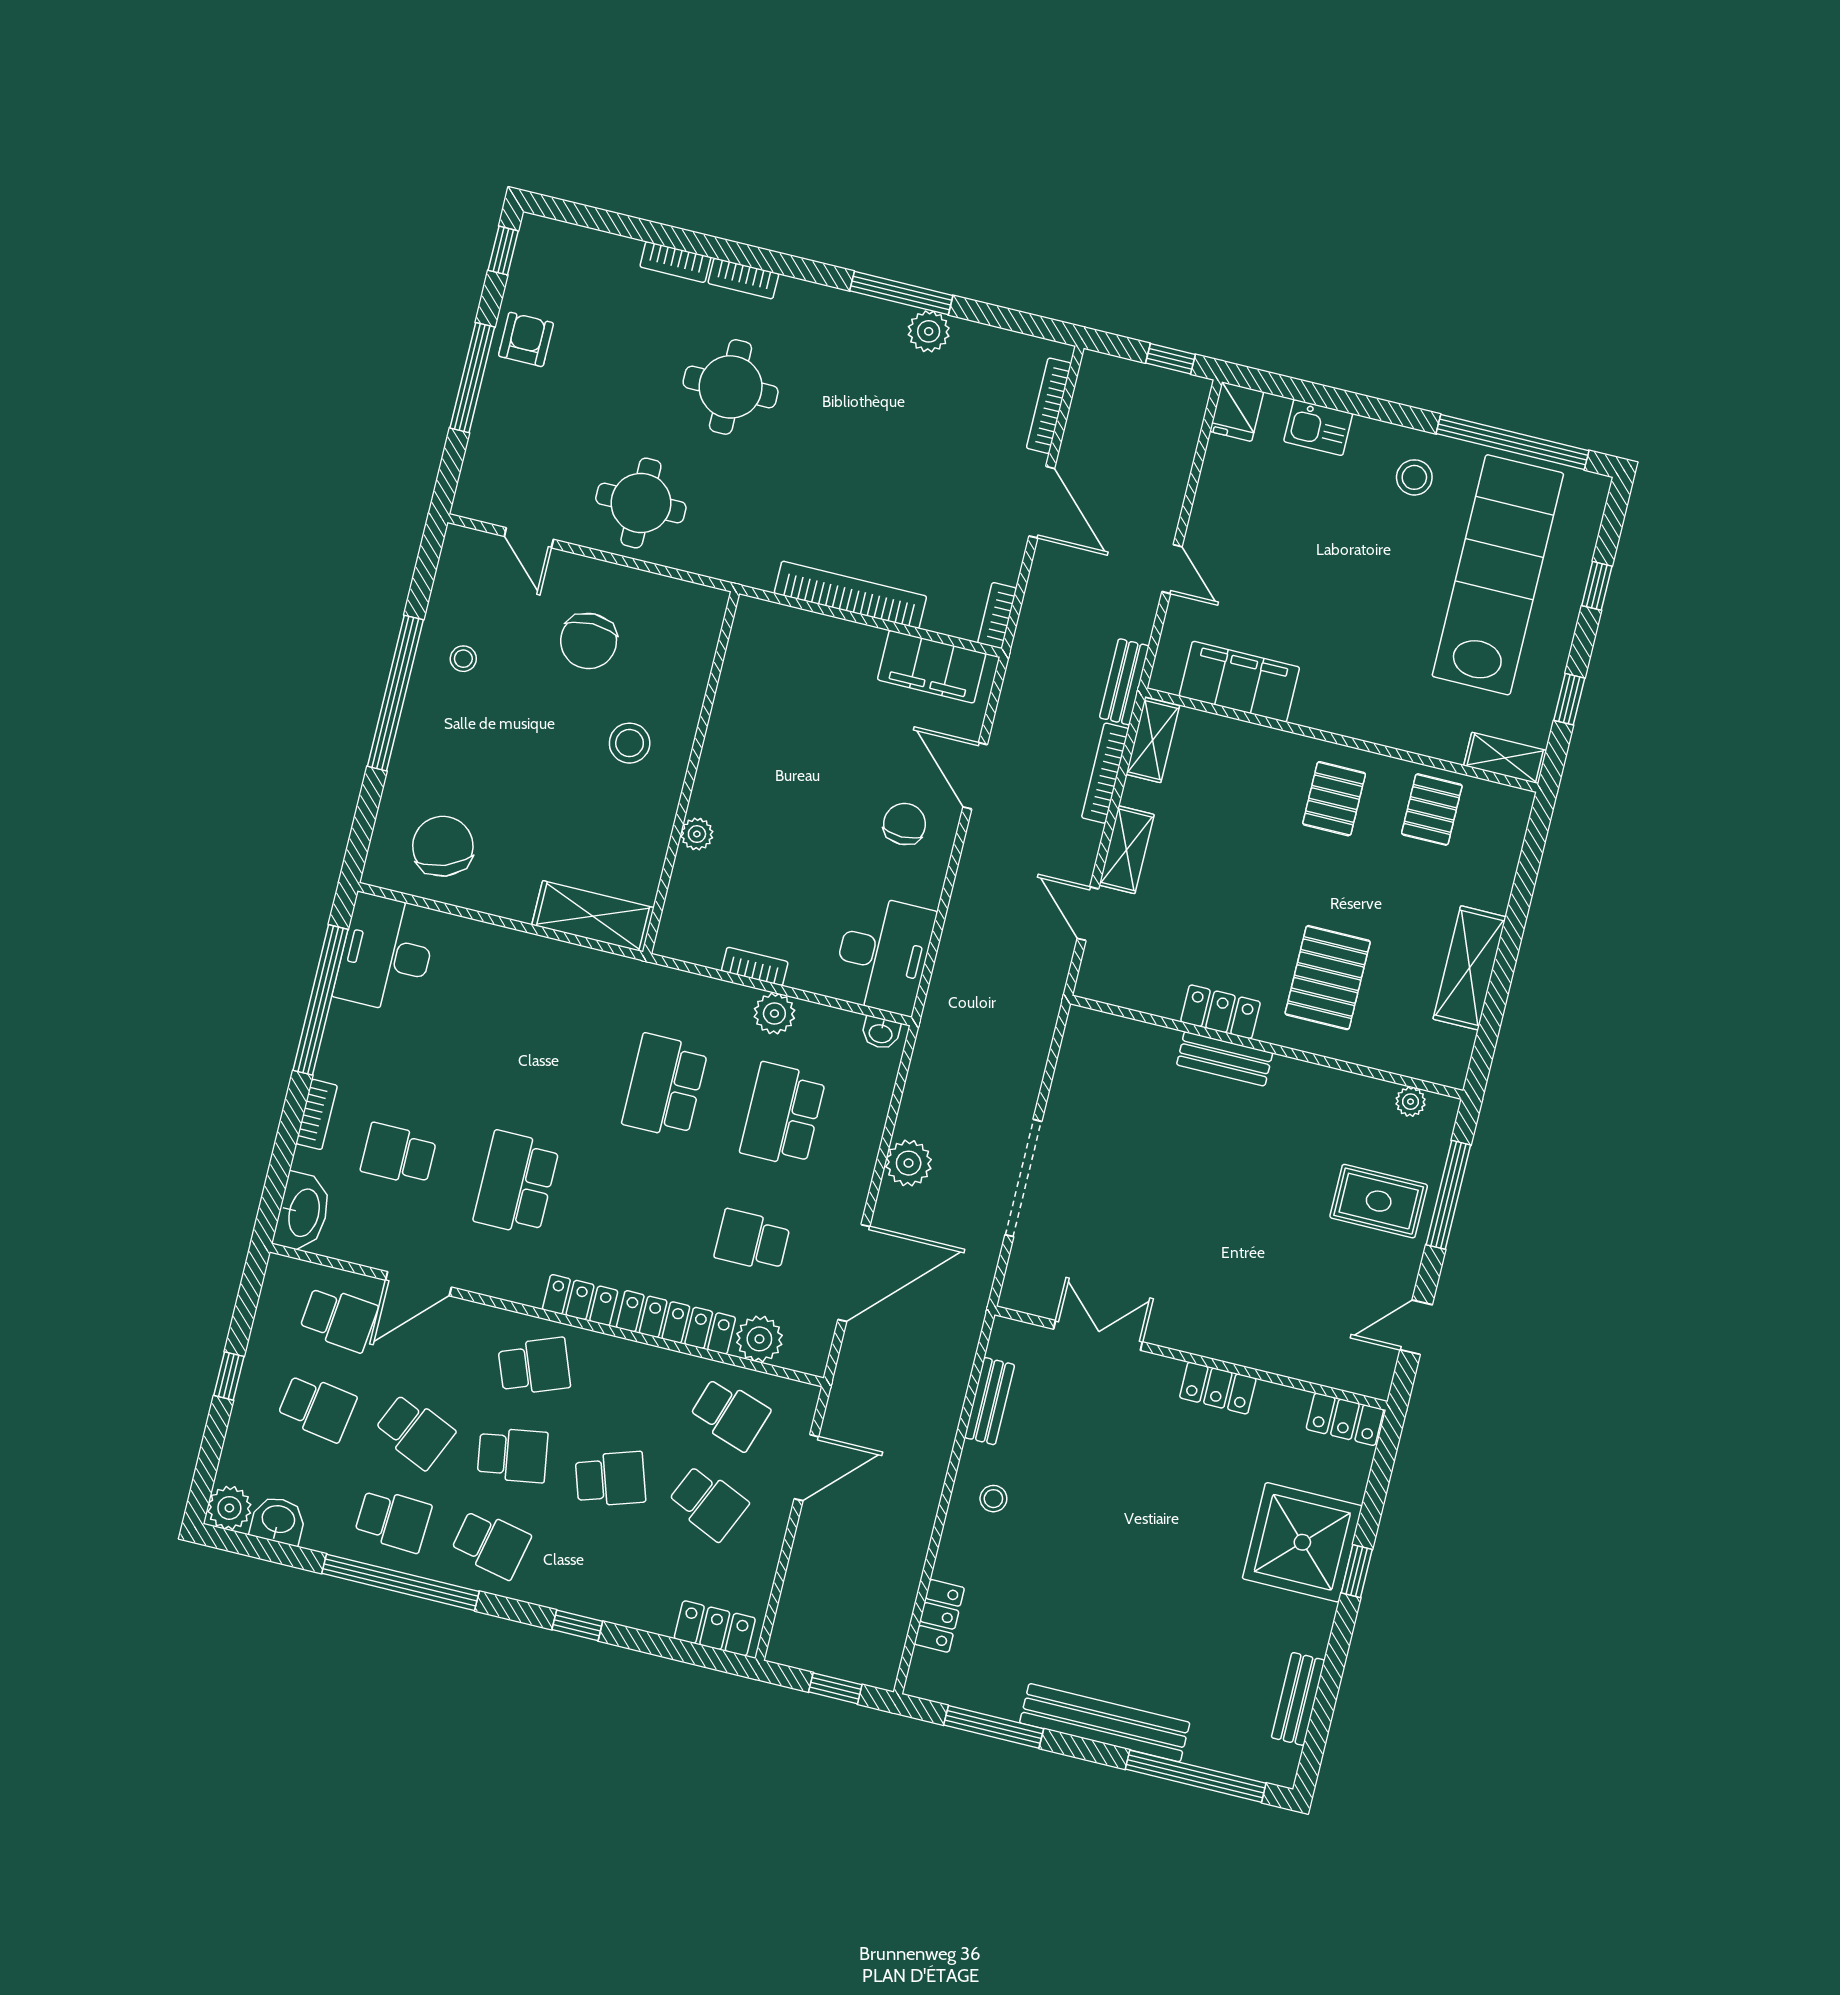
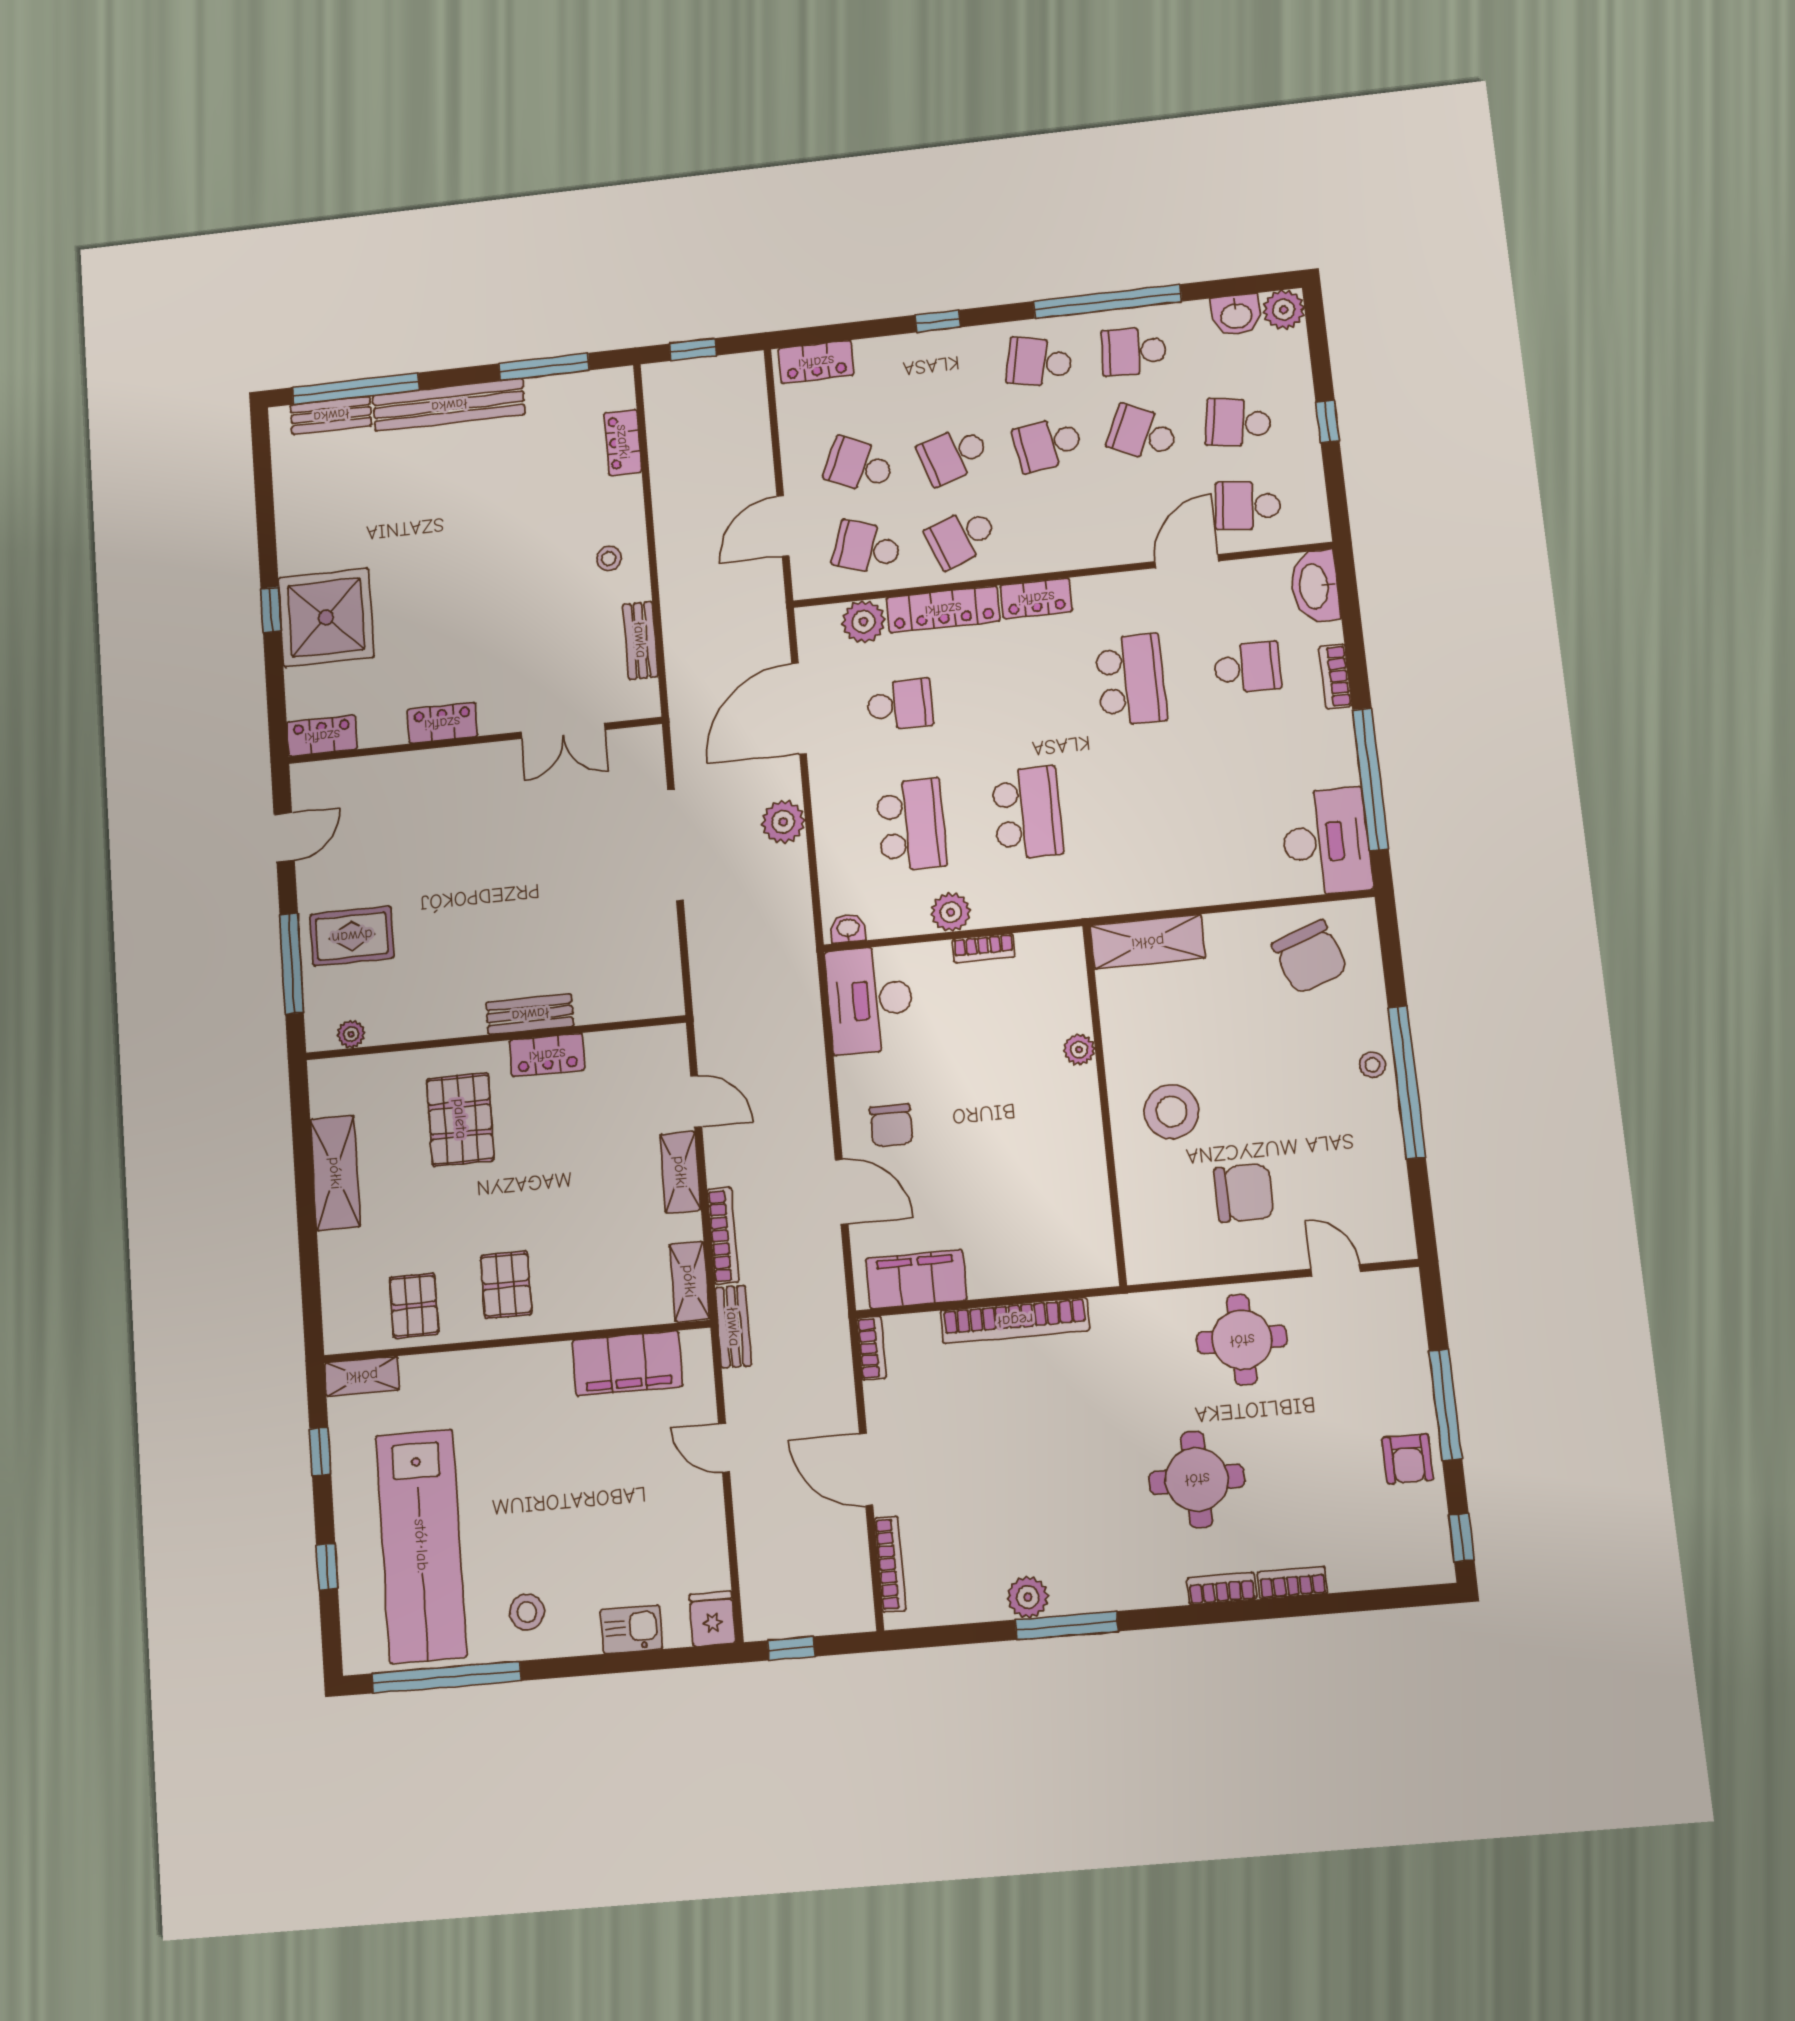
chair: (589, 641) -> (1244, 1193), turned 90
stool: (463, 659) -> (1372, 1065), moved
stool: (630, 743) -> (1171, 1112), width x1.38, depth x1.38
school desk: (534, 1366) -> (961, 537), moved
bench: (1298, 1699) -> (331, 415), moved, turned 90

